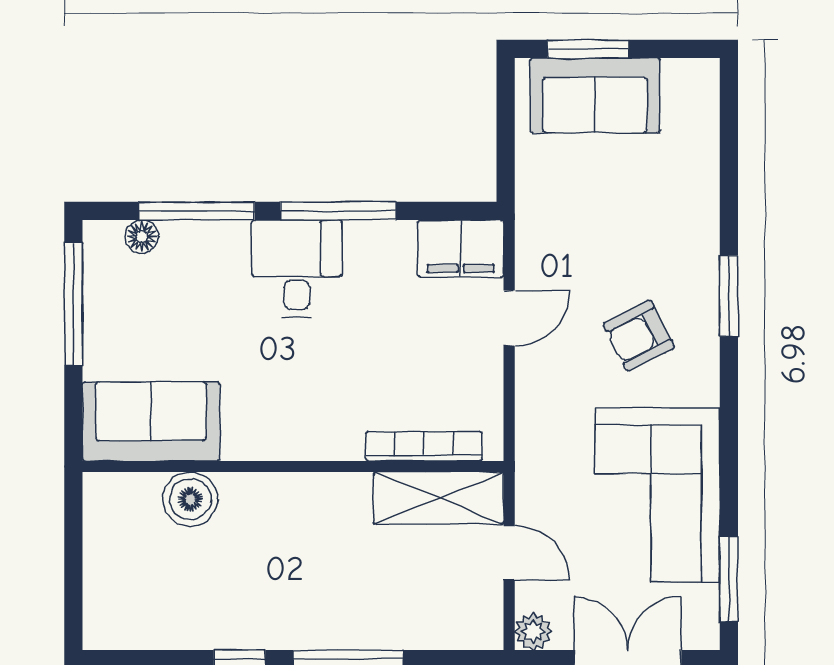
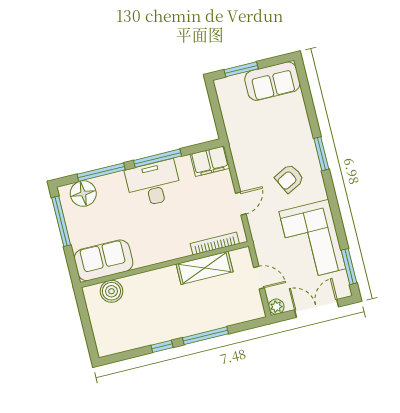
sofa: (595, 95) -> (272, 81), moved
floor lamp: (142, 237) -> (83, 194), width x1.89, depth x1.89
desk: (297, 269) -> (153, 184), width x1.37
door: (509, 318) -> (241, 204), moved
shelving: (439, 498) -> (205, 268), moved
boiler: (190, 499) -> (111, 291), moved

